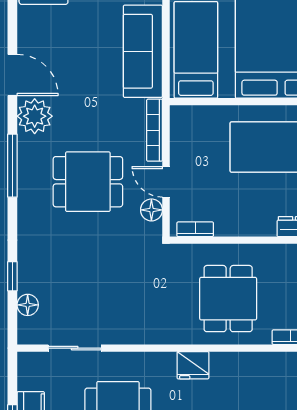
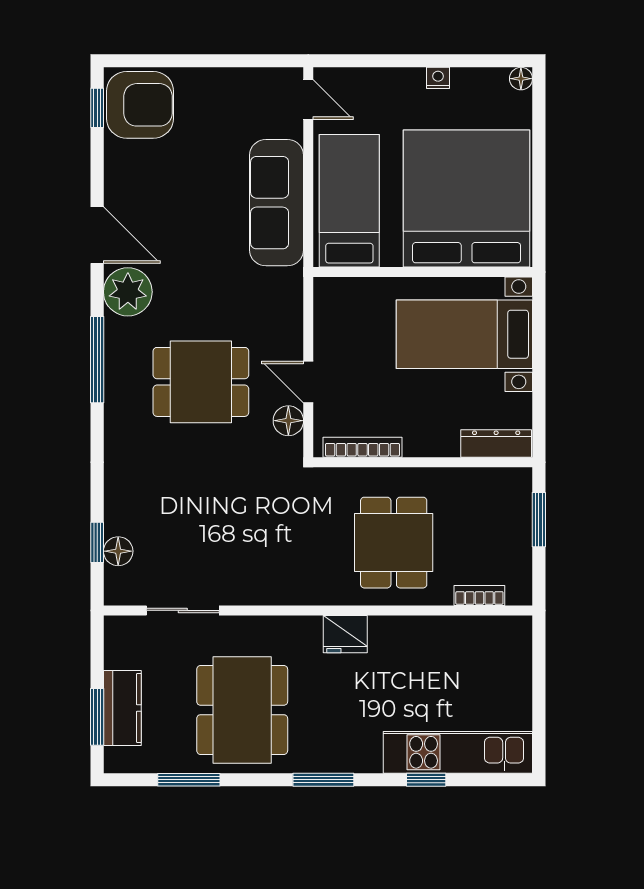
bookcase: (155, 130) -> (293, 311), removed
bookcase: (195, 229) -> (362, 447), width x1.56
window: (12, 276) -> (97, 542), moved

